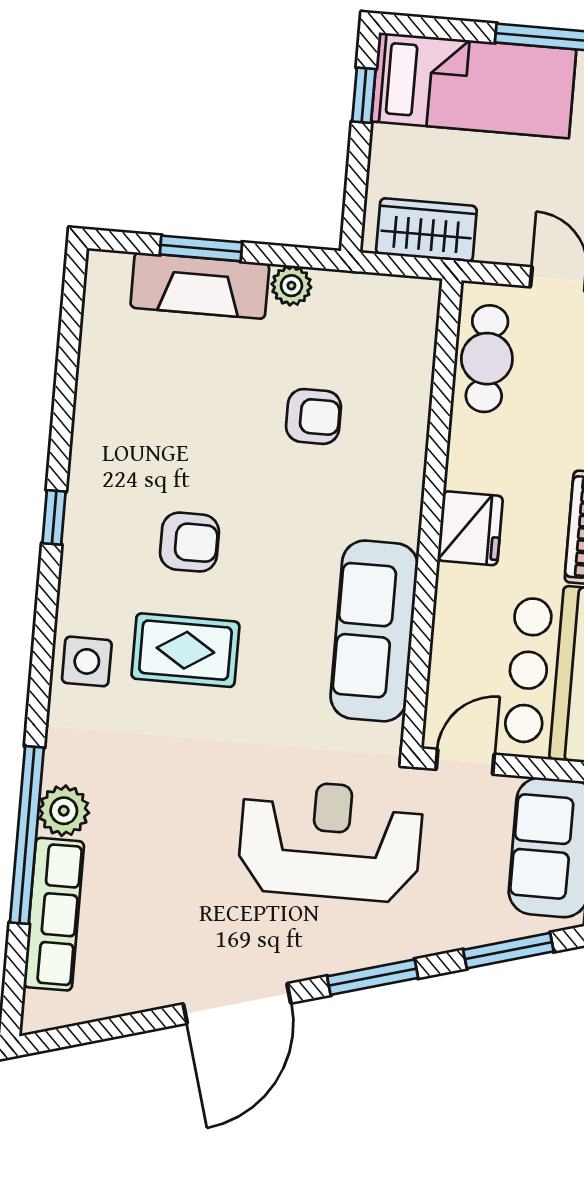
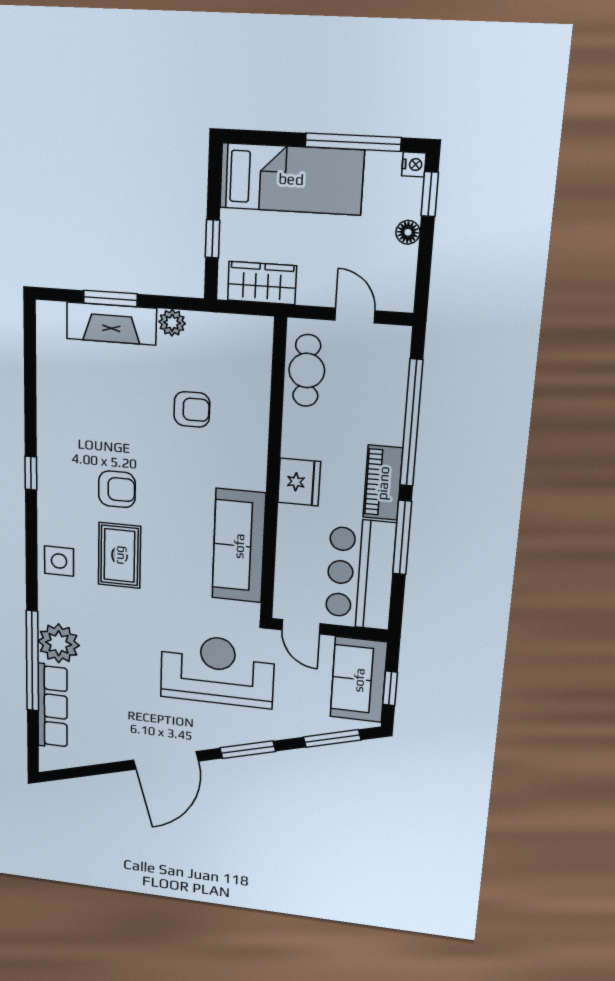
window: (364, 95) -> (213, 239), moved
rug: (185, 650) -> (119, 555), turned 90
door: (465, 762) -> (301, 627), swing flipped
plant: (64, 811) -> (59, 643), width x1.36, depth x1.36

